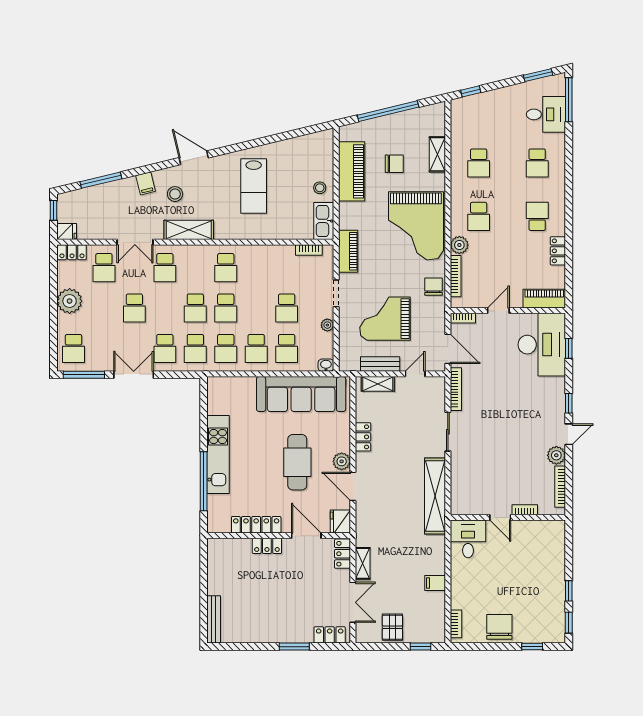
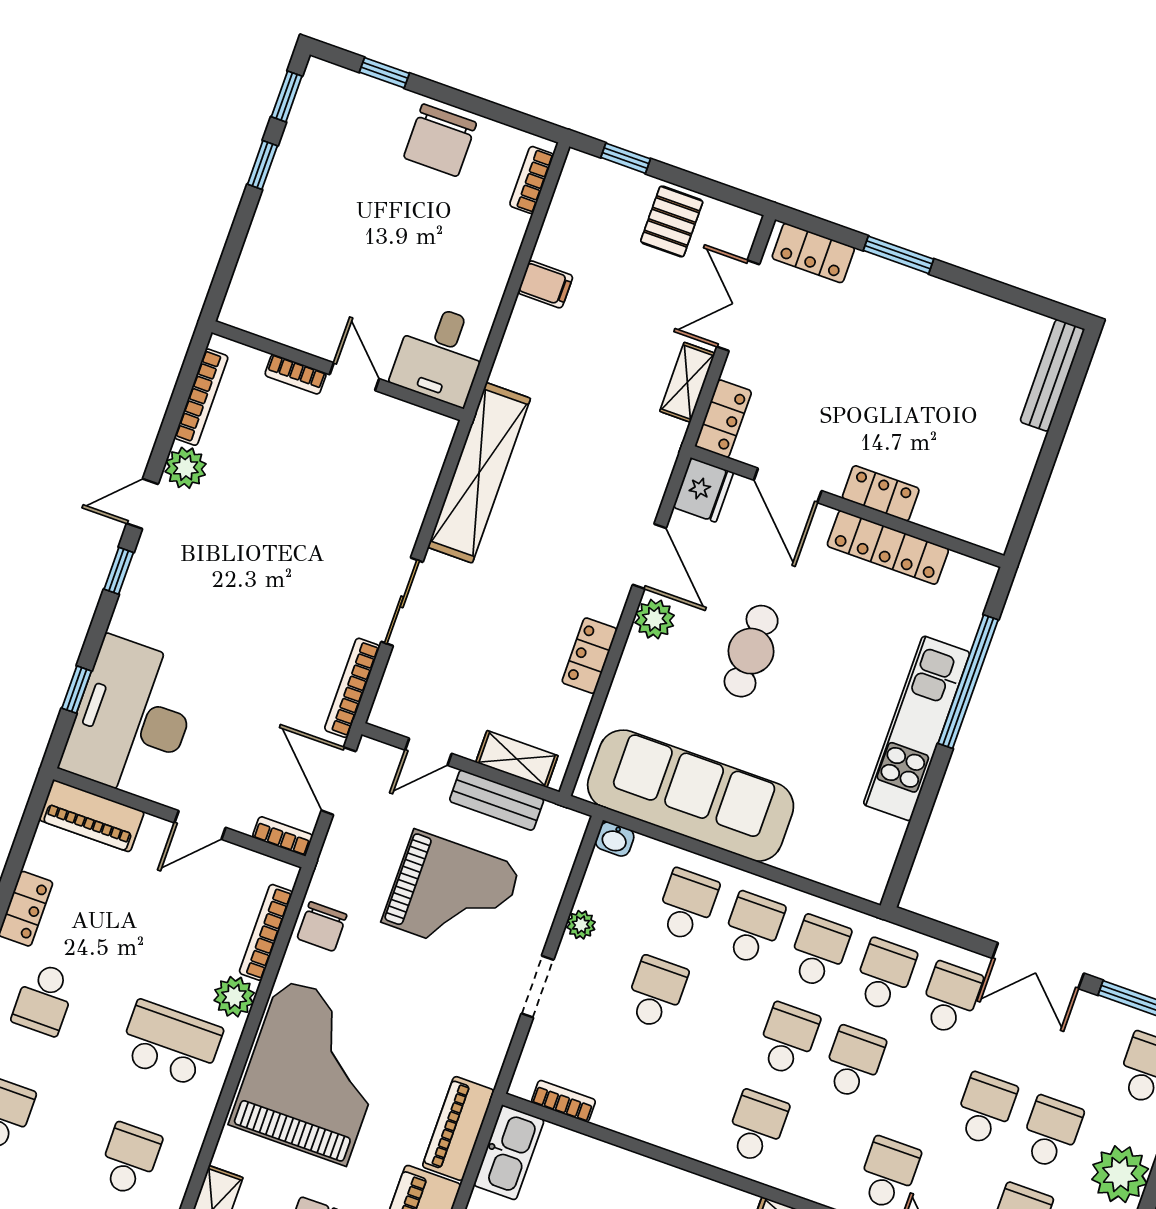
school desk: (479, 216) -> (171, 1044), width x1.85
piano: (348, 251) -> (458, 1128), moved
school desk: (104, 308) -> (1051, 1133), added
cafe table: (297, 462) -> (751, 651), width x0.73, depth x0.74

